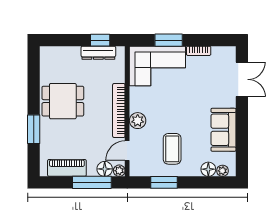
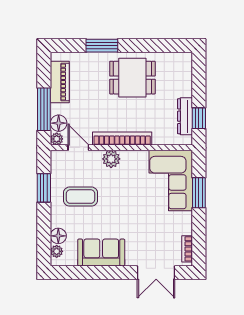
bookcase: (199, 51) -> (187, 249), moved
dining table: (63, 101) -> (132, 78), turned 90

